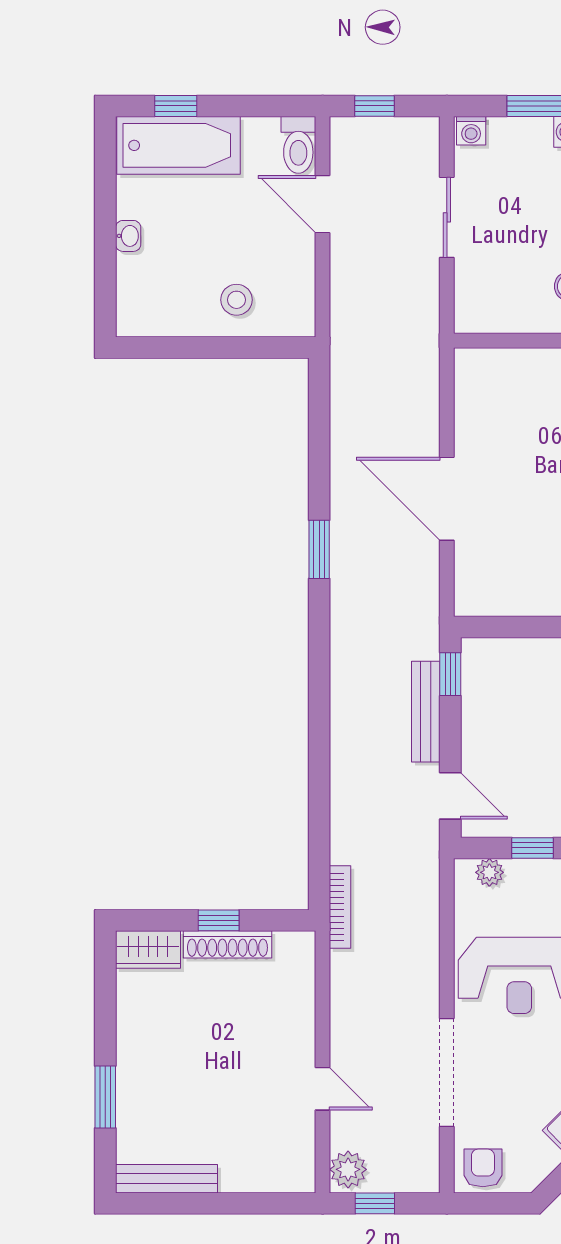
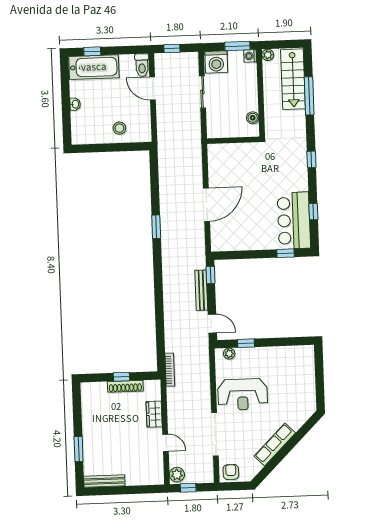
washing machine: (471, 131) -> (216, 62), width x1.89, depth x1.89
door: (447, 499) -> (207, 205), swing flipped
wardrobe: (148, 950) -> (154, 414), moved, turned 90

